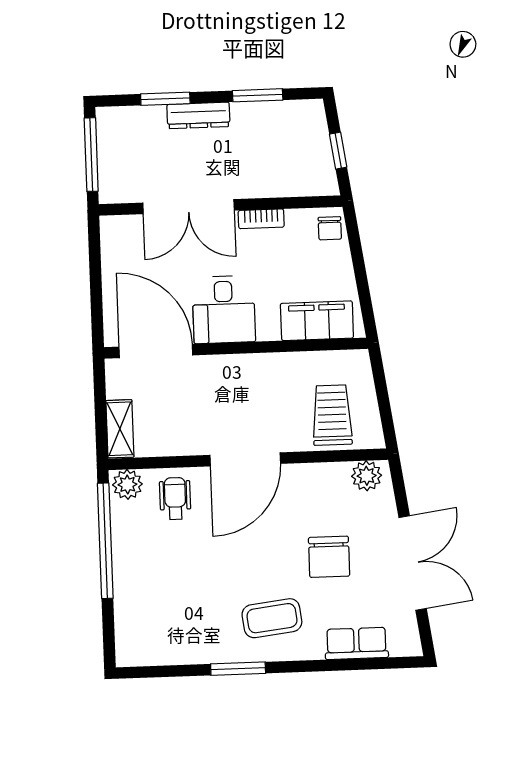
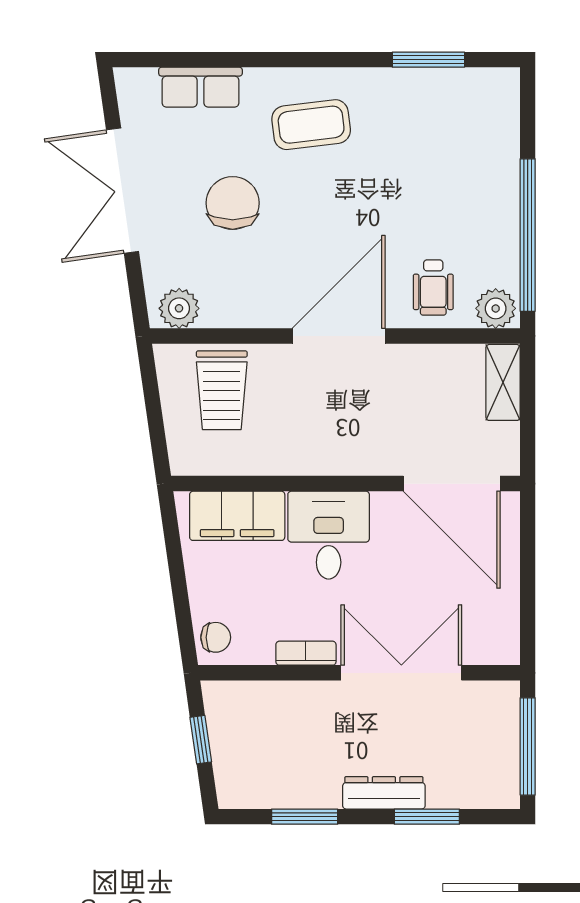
chair: (330, 228) -> (216, 637), turned 90
desk: (224, 310) -> (329, 535), moved
window: (238, 669) -> (428, 60), moved

